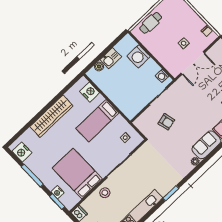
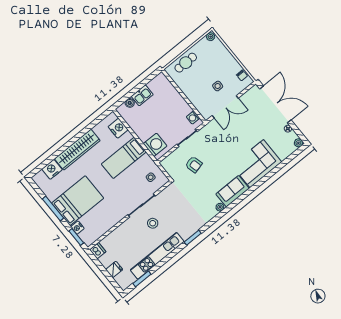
washing machine: (139, 56) -> (155, 145), moved, turned 180
nightstand: (22, 152) -> (52, 169), moved, turned 90
bed: (77, 174) -> (78, 201), moved, turned 90
stool: (105, 193) -> (153, 223), moved

